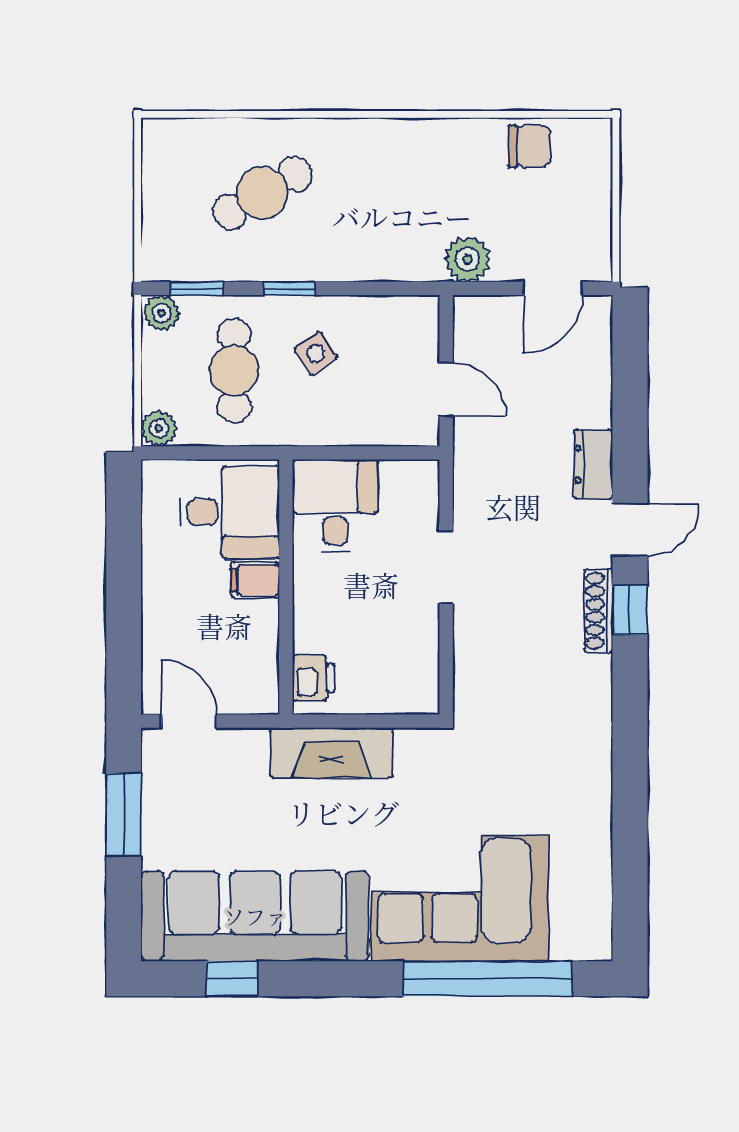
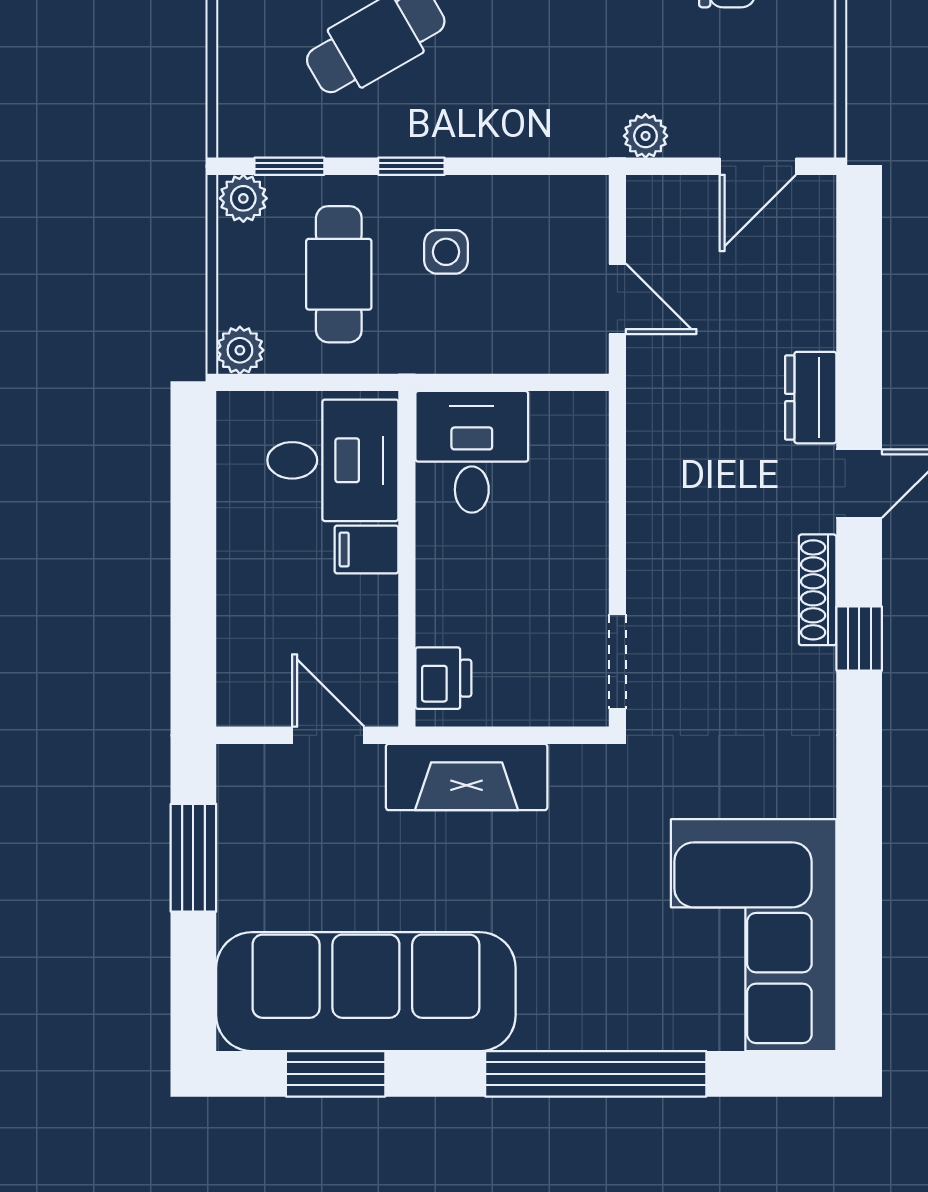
plant: (467, 259) -> (646, 136), width x0.73, depth x0.73
side table: (316, 354) -> (446, 252), turned 34
doorway: (446, 568) -> (617, 662), moved
window: (630, 610) -> (859, 639), moved
door: (189, 721) -> (328, 735), moved
corner sofa: (460, 898) -> (754, 935), moved, turned -90
window: (232, 979) -> (336, 1074), width x1.50
window: (488, 979) -> (596, 1074), moved

